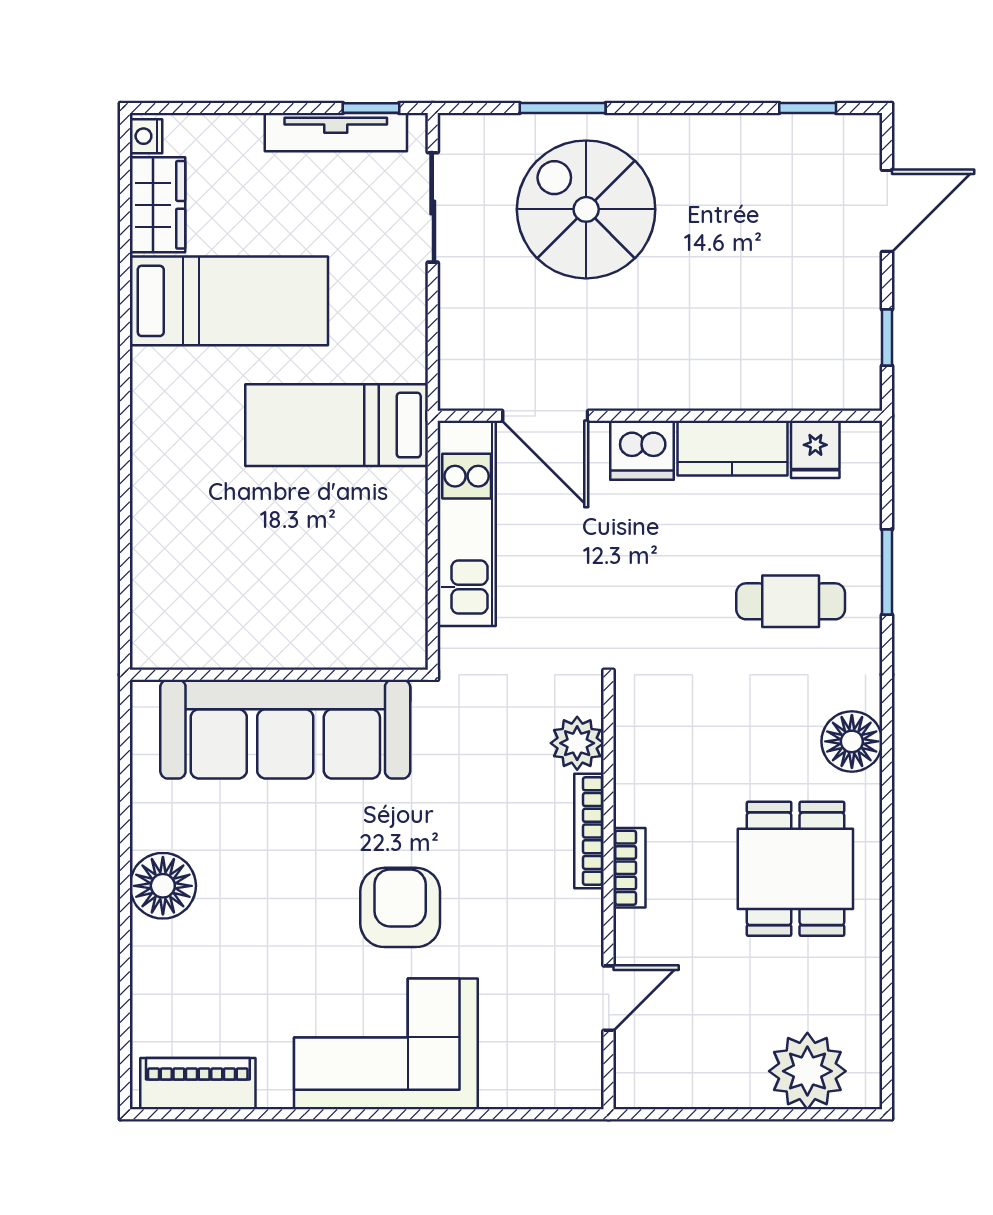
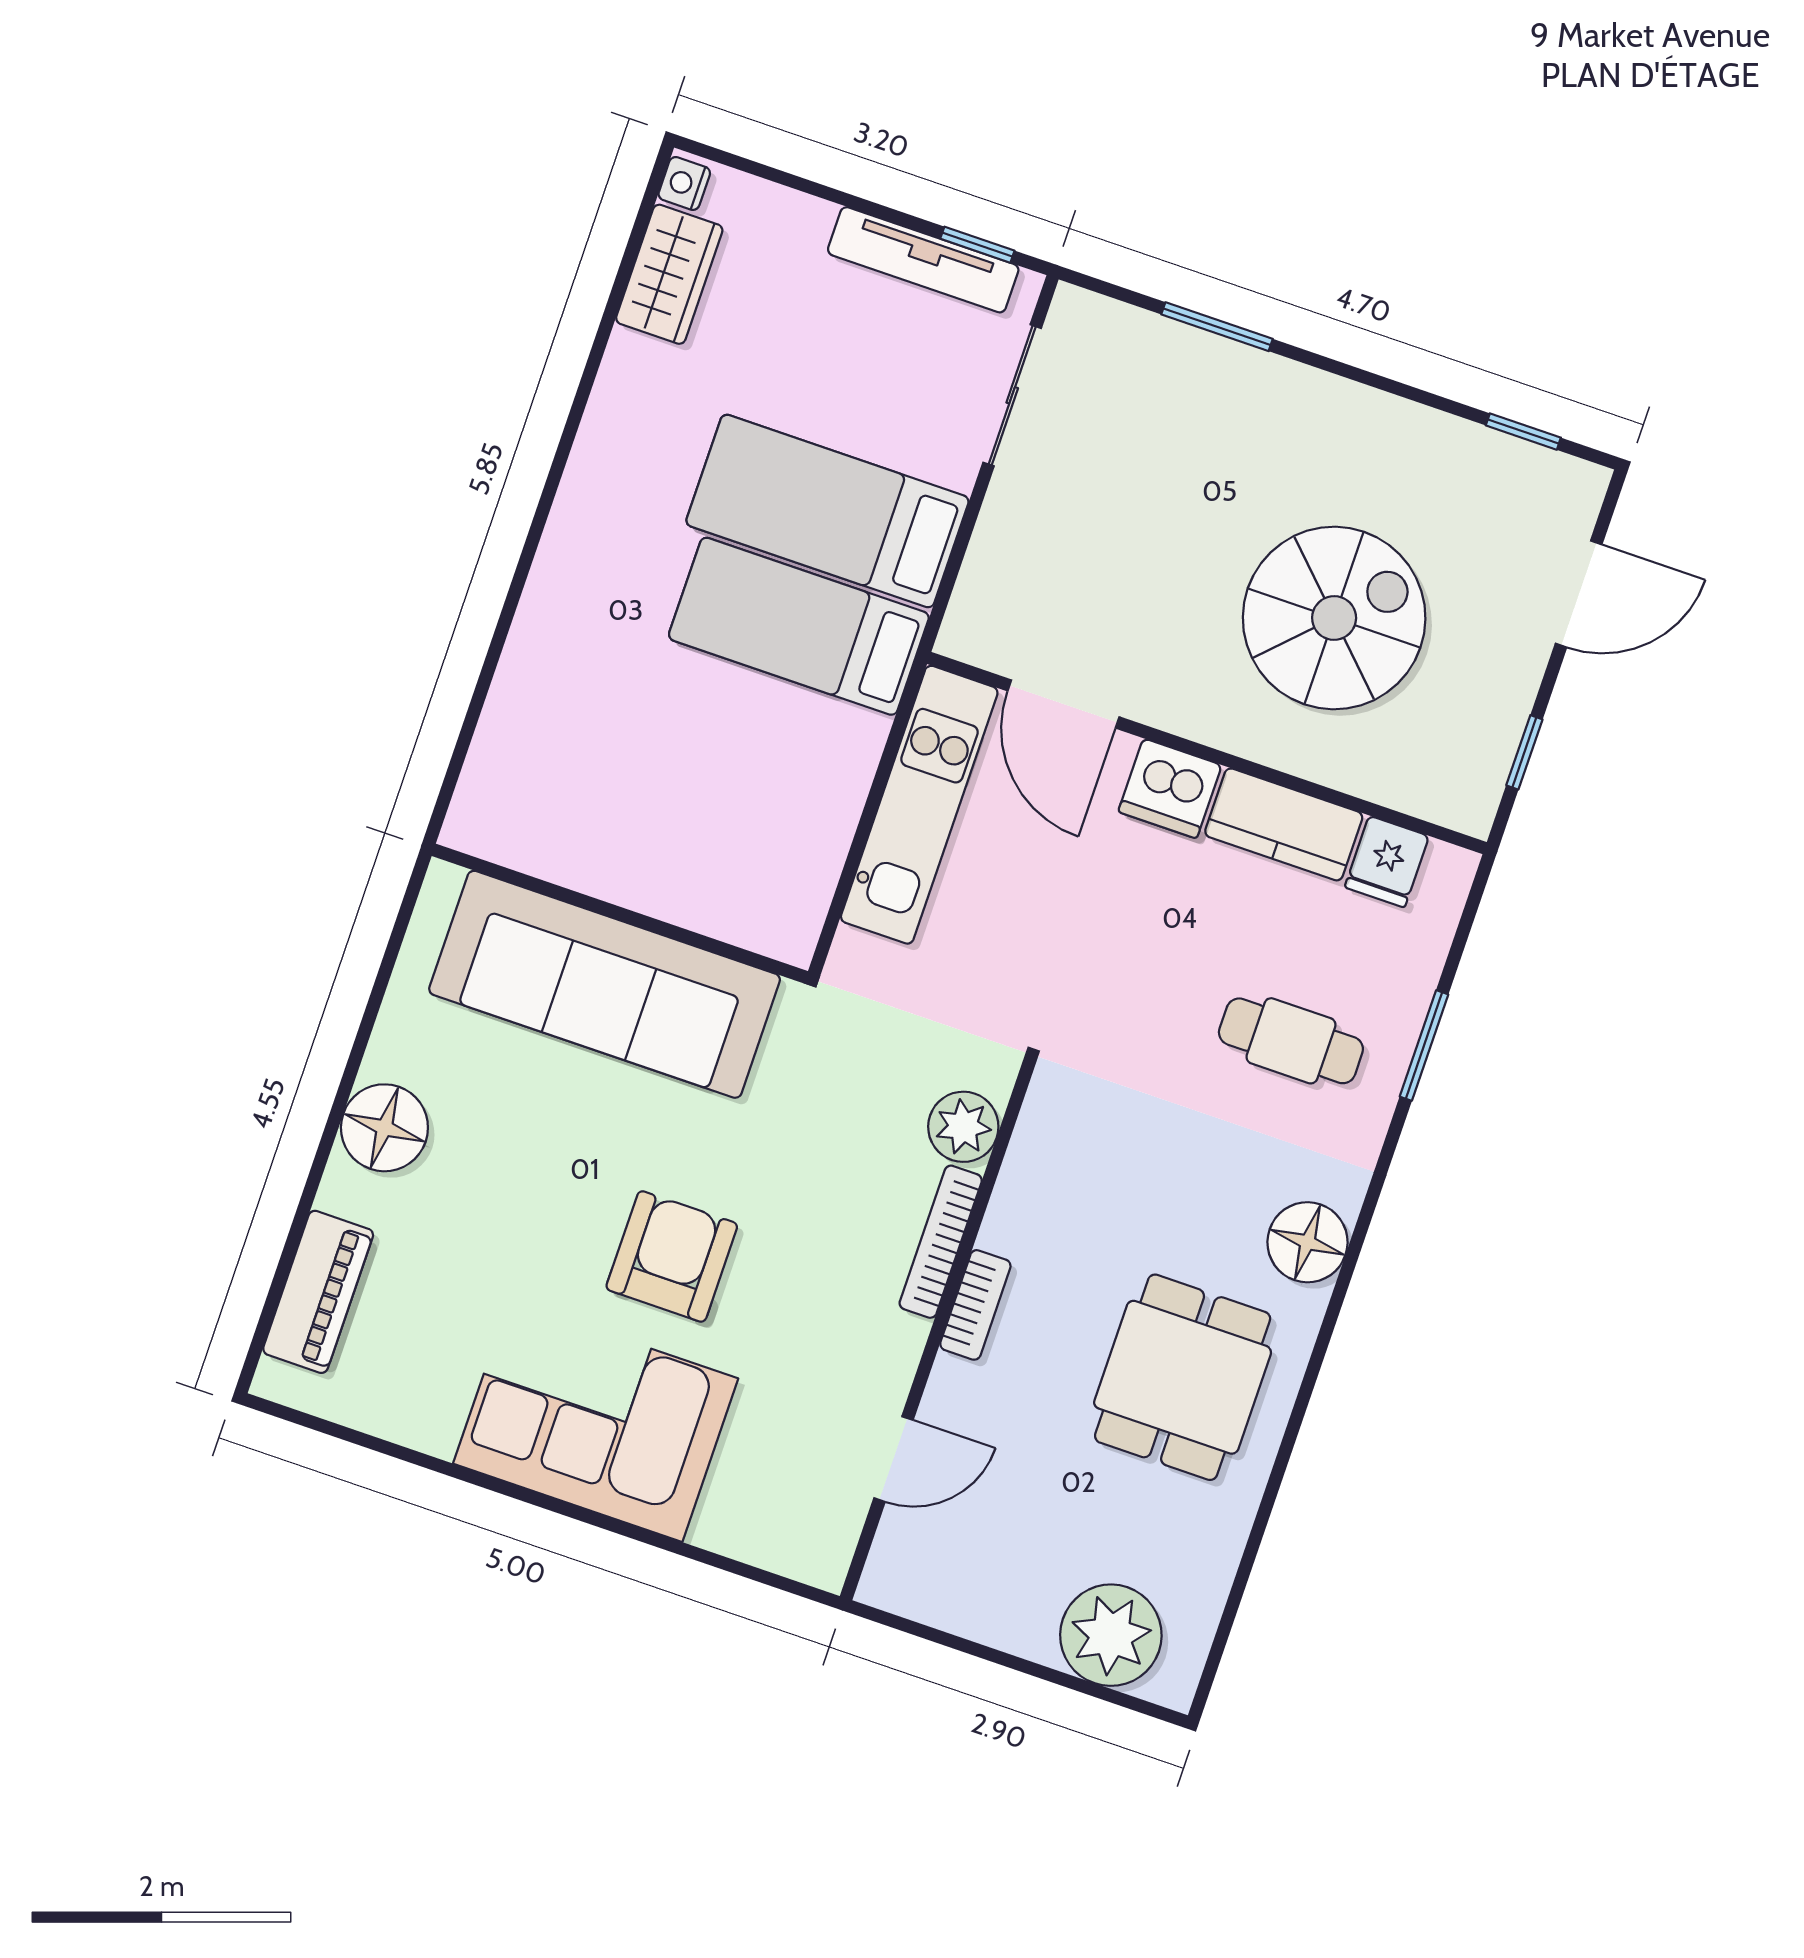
spiral stairs: (586, 209) -> (1334, 618), moved, turned 90
bed: (229, 301) -> (827, 511), moved, turned 180
piano: (198, 1084) -> (318, 1292), moved, turned 90

